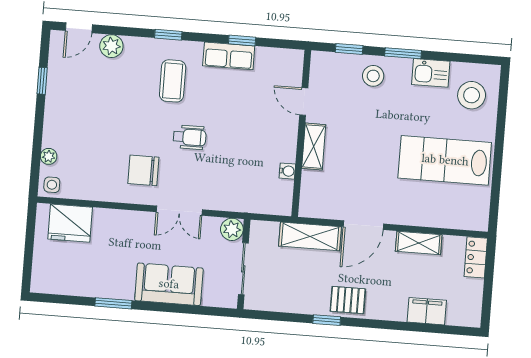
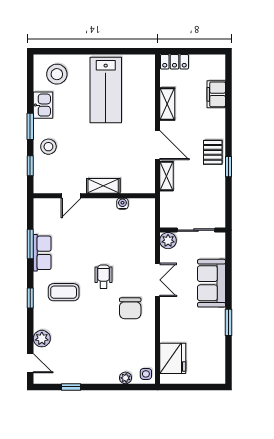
window: (242, 41) -> (30, 244), width x1.50
shelving: (310, 236) -> (166, 176), width x0.67, depth x0.75

